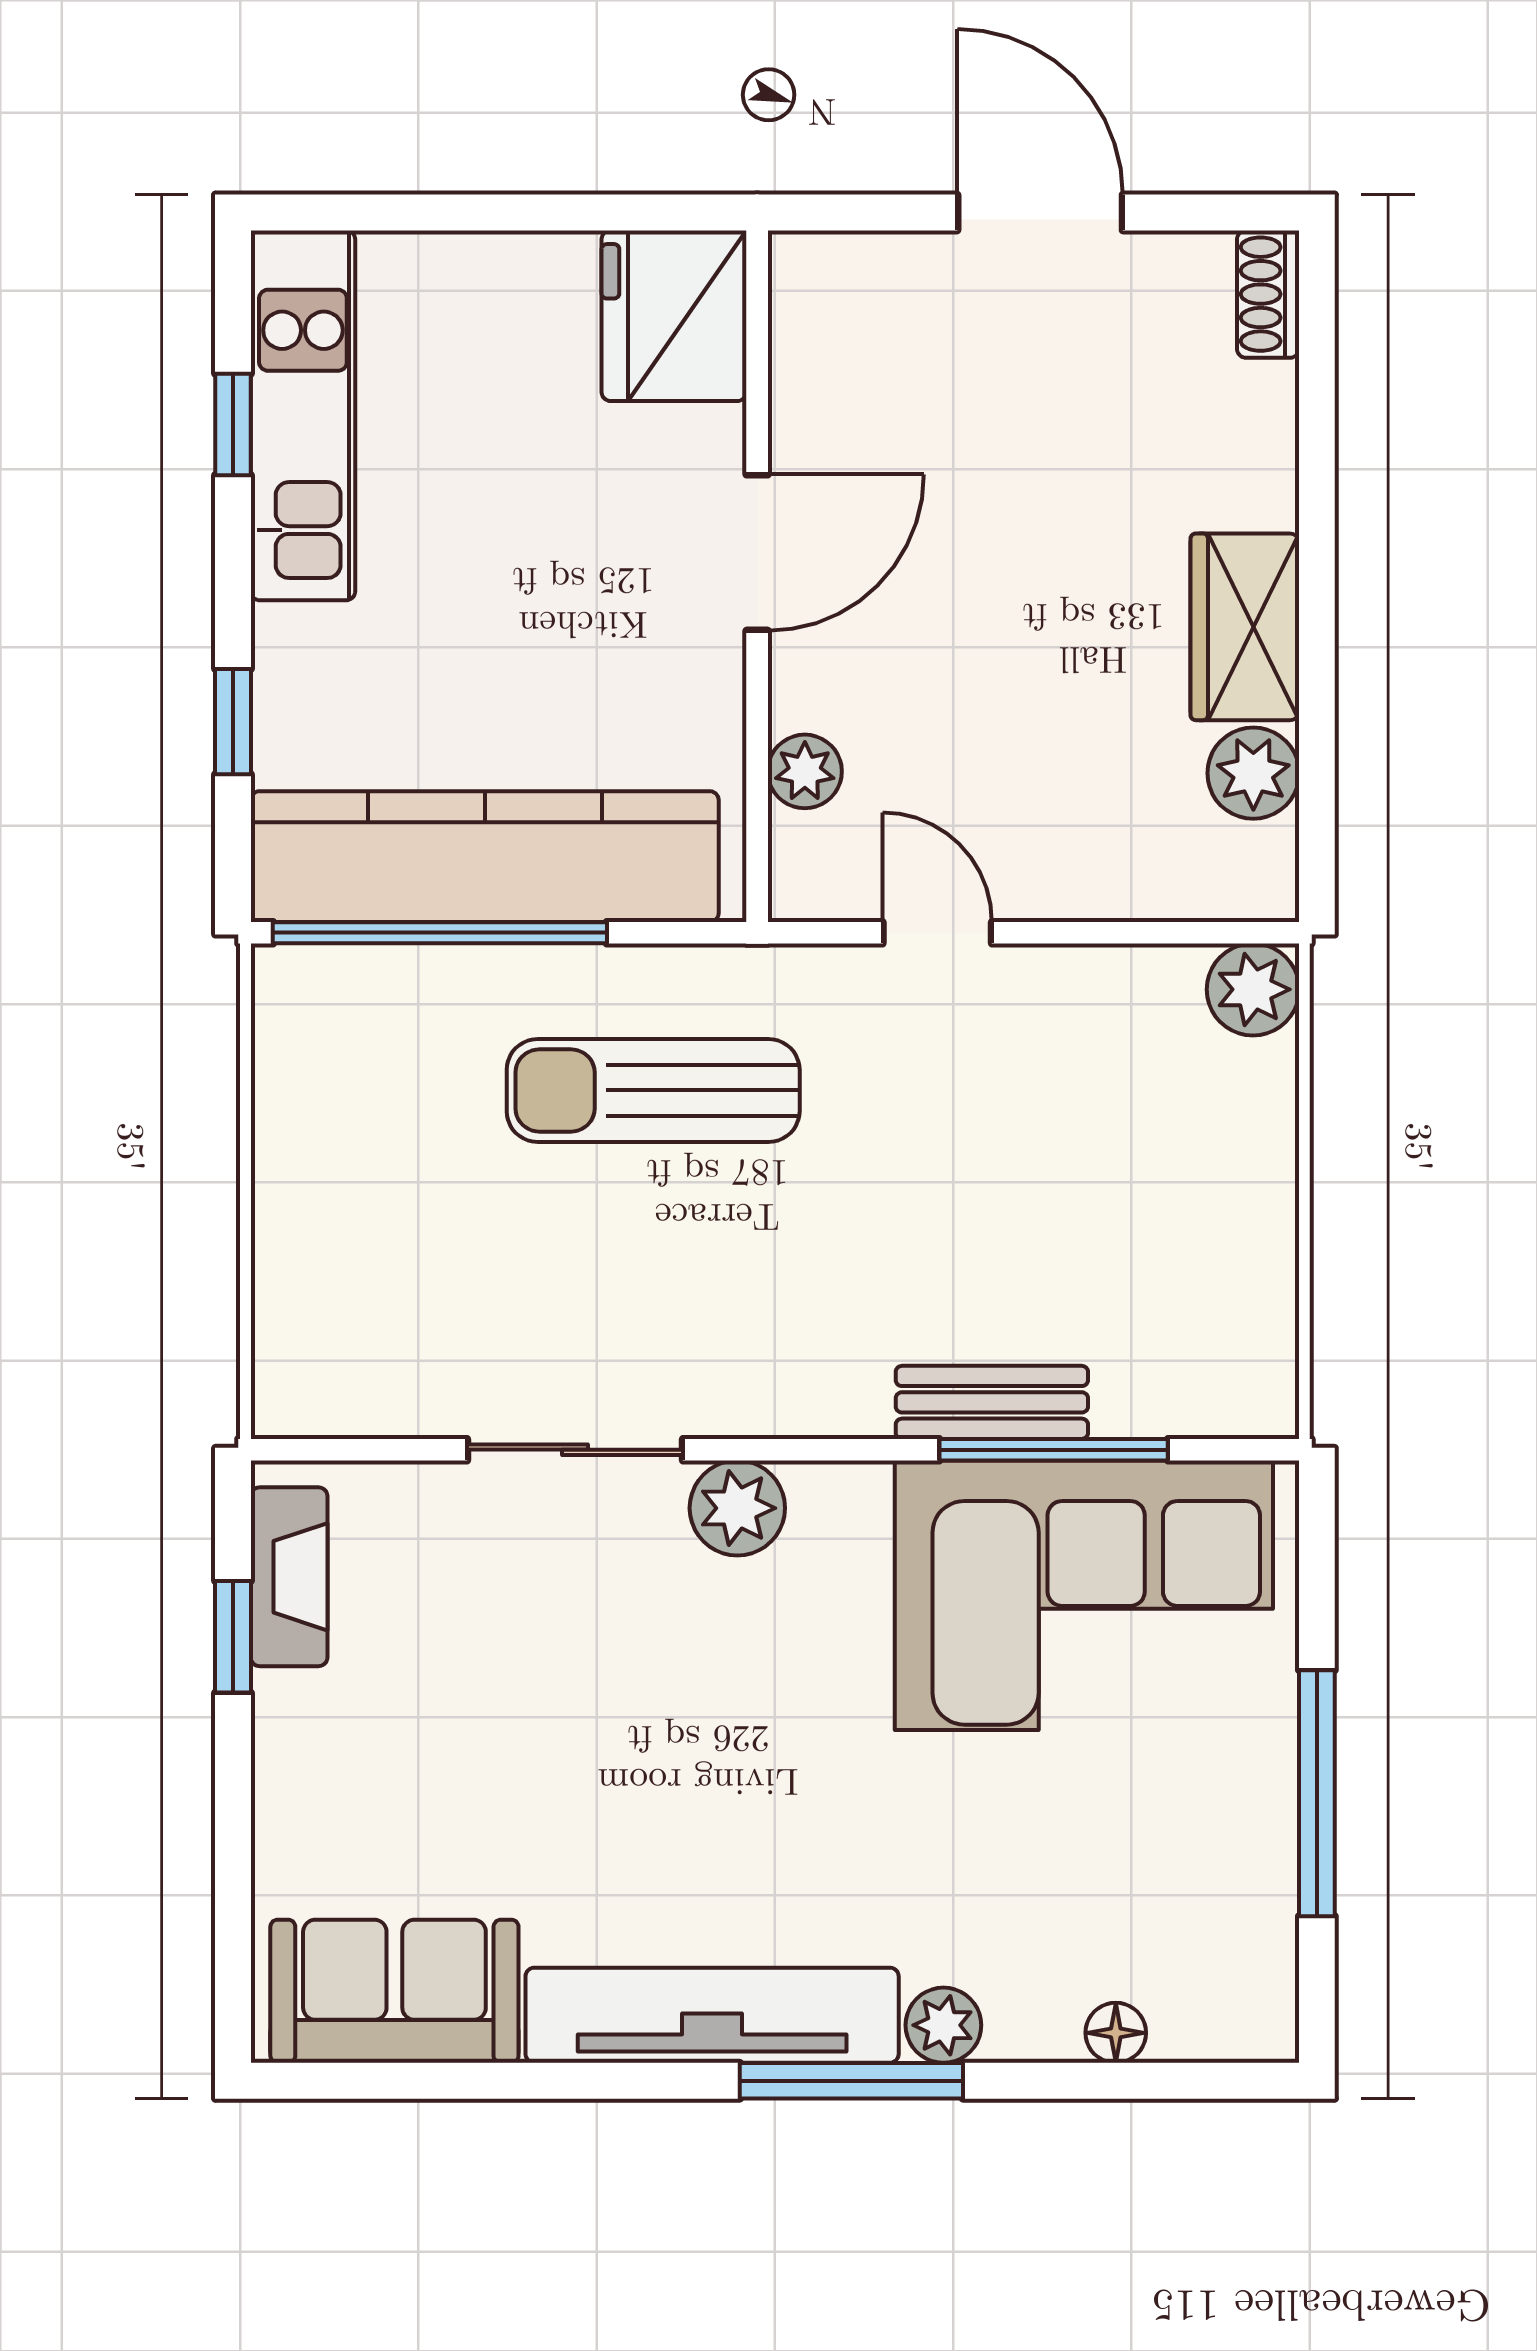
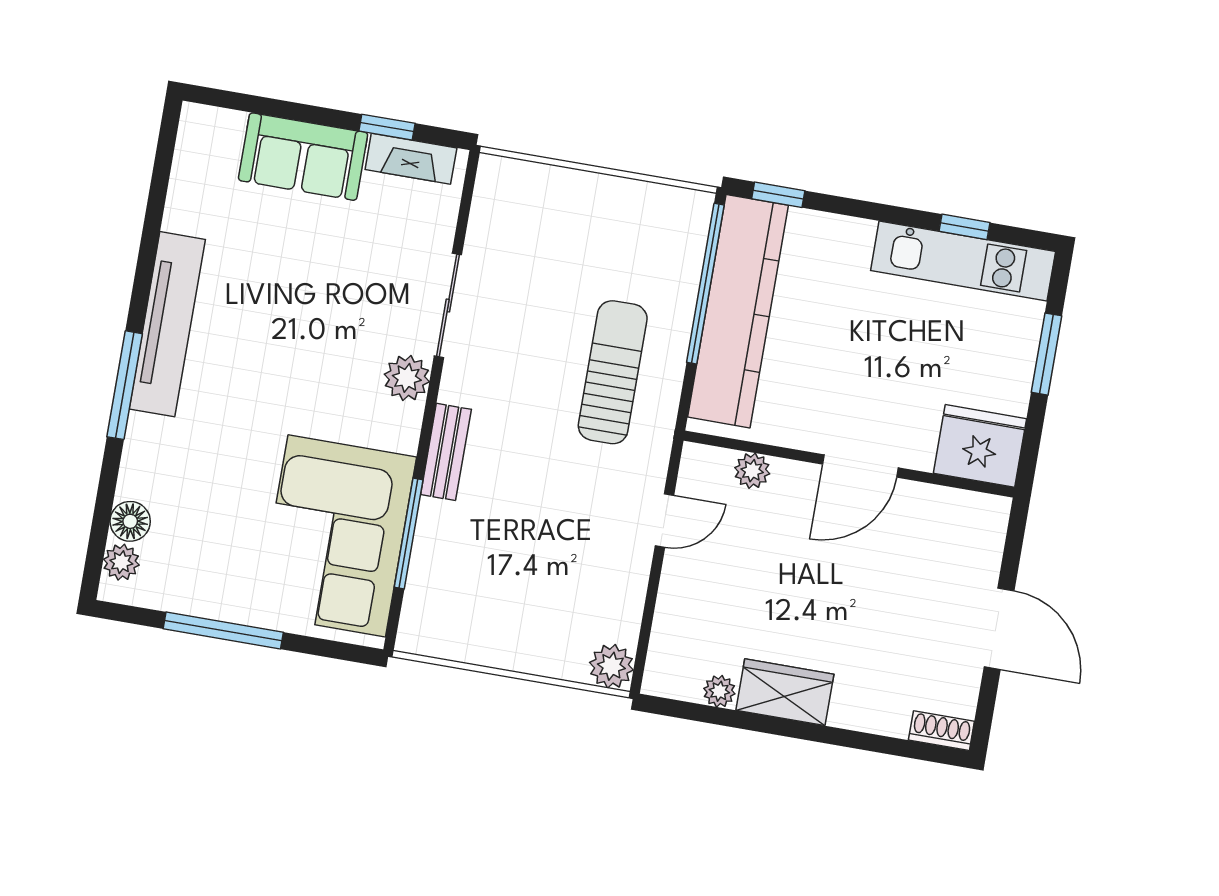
window: (463, 212) -> (1047, 354), added
door: (1040, 212) -> (999, 629), hinge flipped
door: (757, 553) -> (860, 466), hinge flipped
window: (233, 722) -> (778, 195), moved
plant: (1253, 773) -> (719, 691), width x0.73, depth x0.73
bench: (992, 1402) -> (446, 452), moved
sofa: (394, 1991) -> (303, 157), moved, turned 90
plant: (943, 2025) -> (121, 562), moved
floor lamp: (1116, 2033) -> (130, 521), width x1.37, depth x1.37

